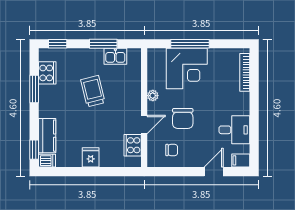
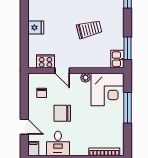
window: (103, 44) -> (127, 48), moved
kitchen sink: (115, 56) -> (117, 59), moved
corner desk: (187, 68) -> (107, 89), moved, turned -90
chair: (183, 118) -> (62, 113), moved

